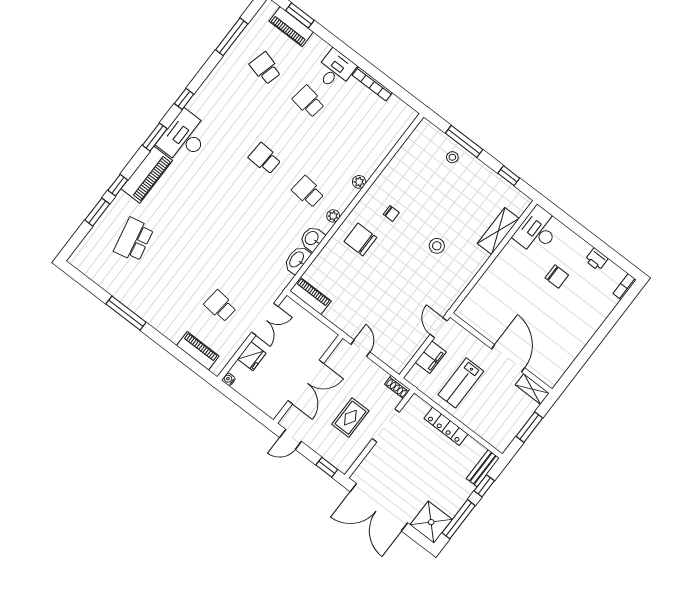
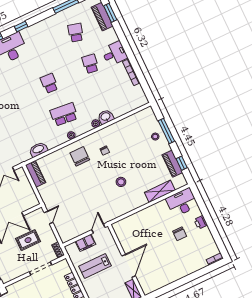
piano: (496, 183) -> (172, 164), added
school desk: (308, 192) -> (64, 114), width x1.85
washbasin: (312, 238) -> (106, 117), moved
printer: (596, 259) -> (201, 222), moved
rug: (350, 418) -> (28, 240), moved

